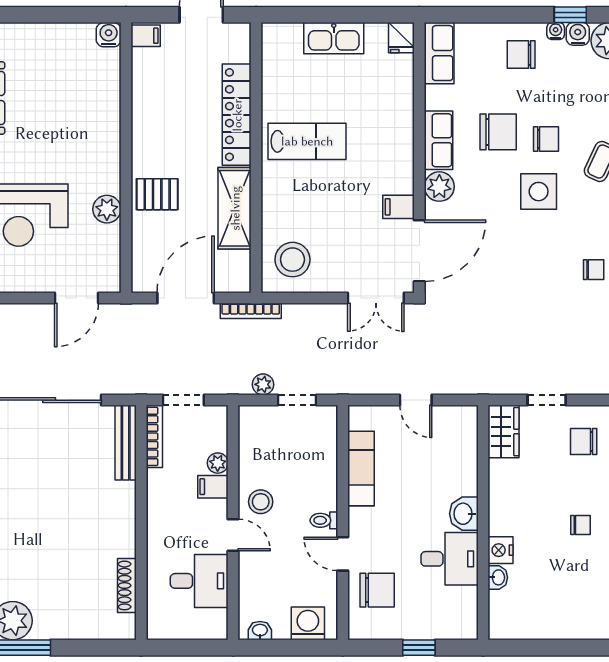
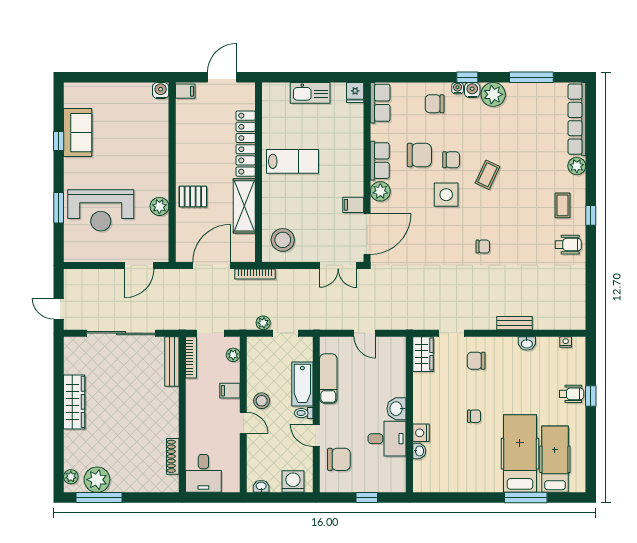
plant: (218, 463) -> (233, 355), moved
bathtub: (322, 477) -> (302, 384), added
desk: (199, 581) -> (203, 473), moved, turned 90

